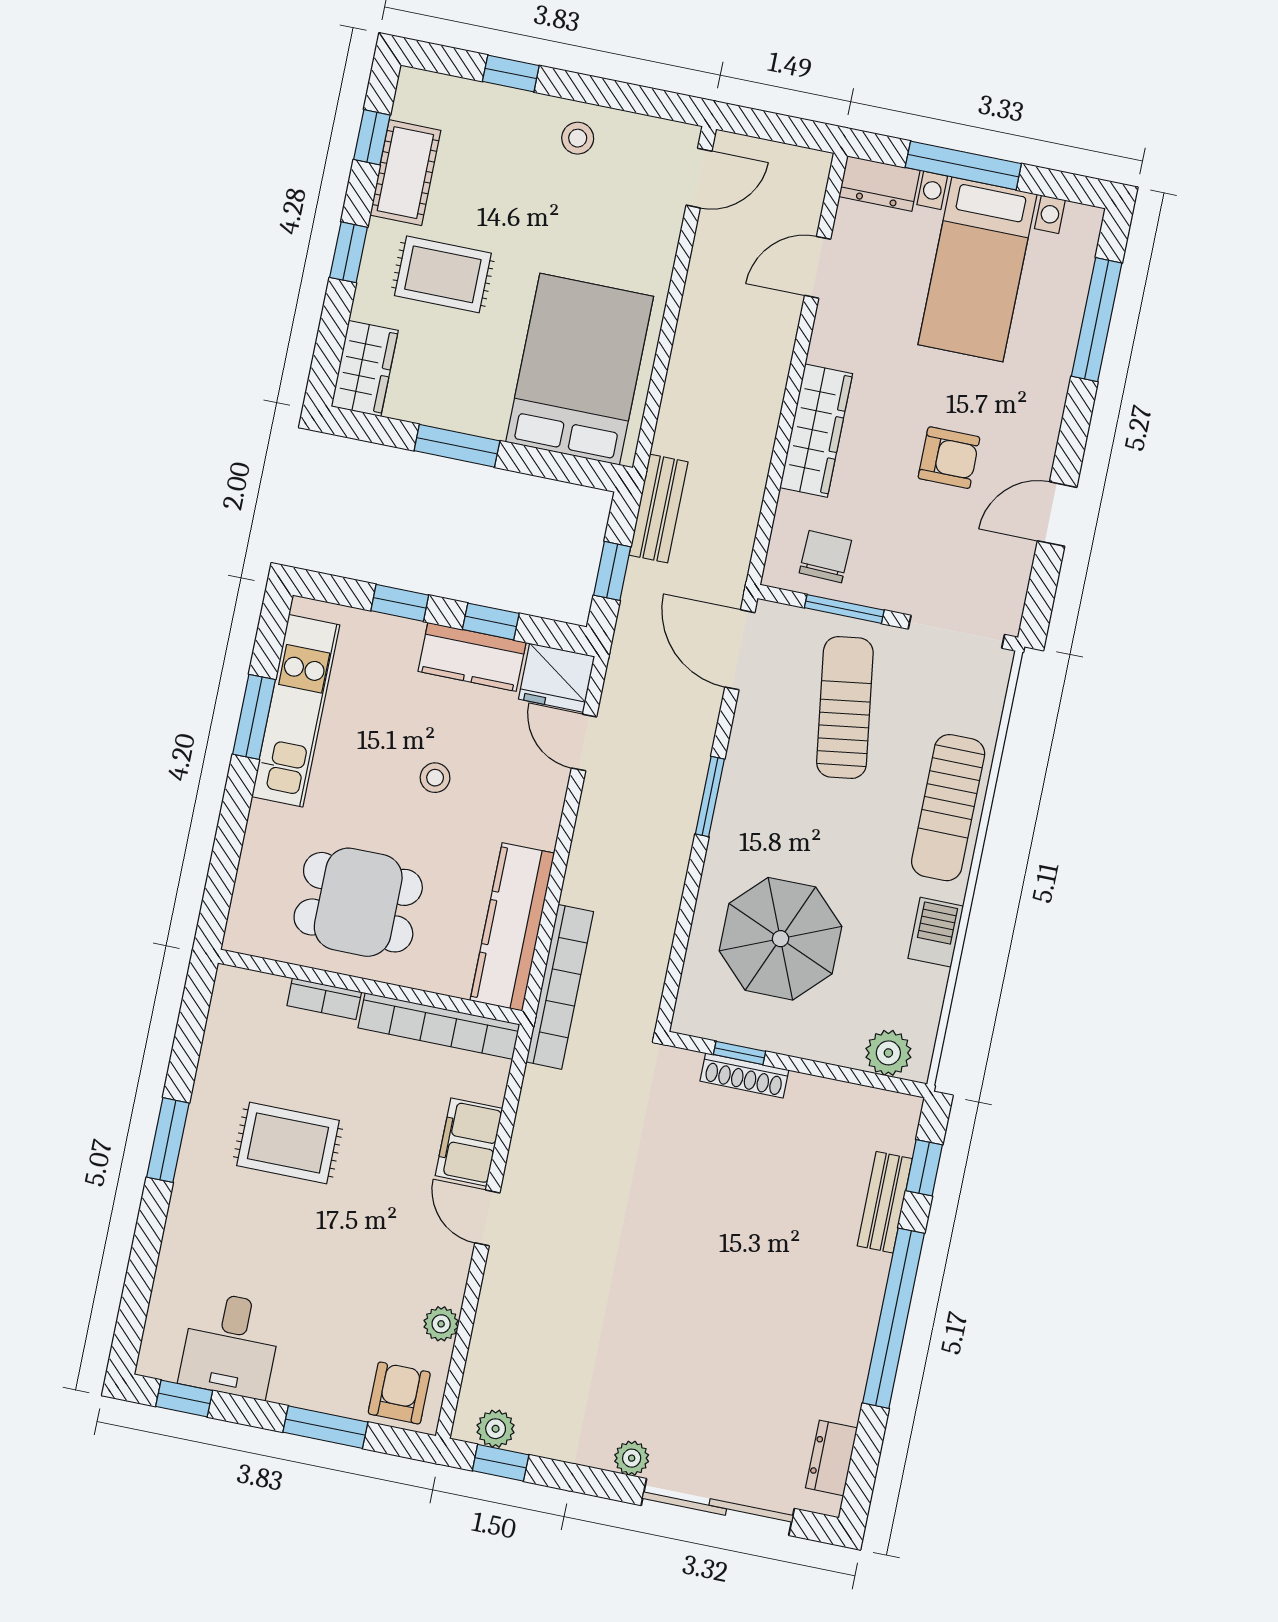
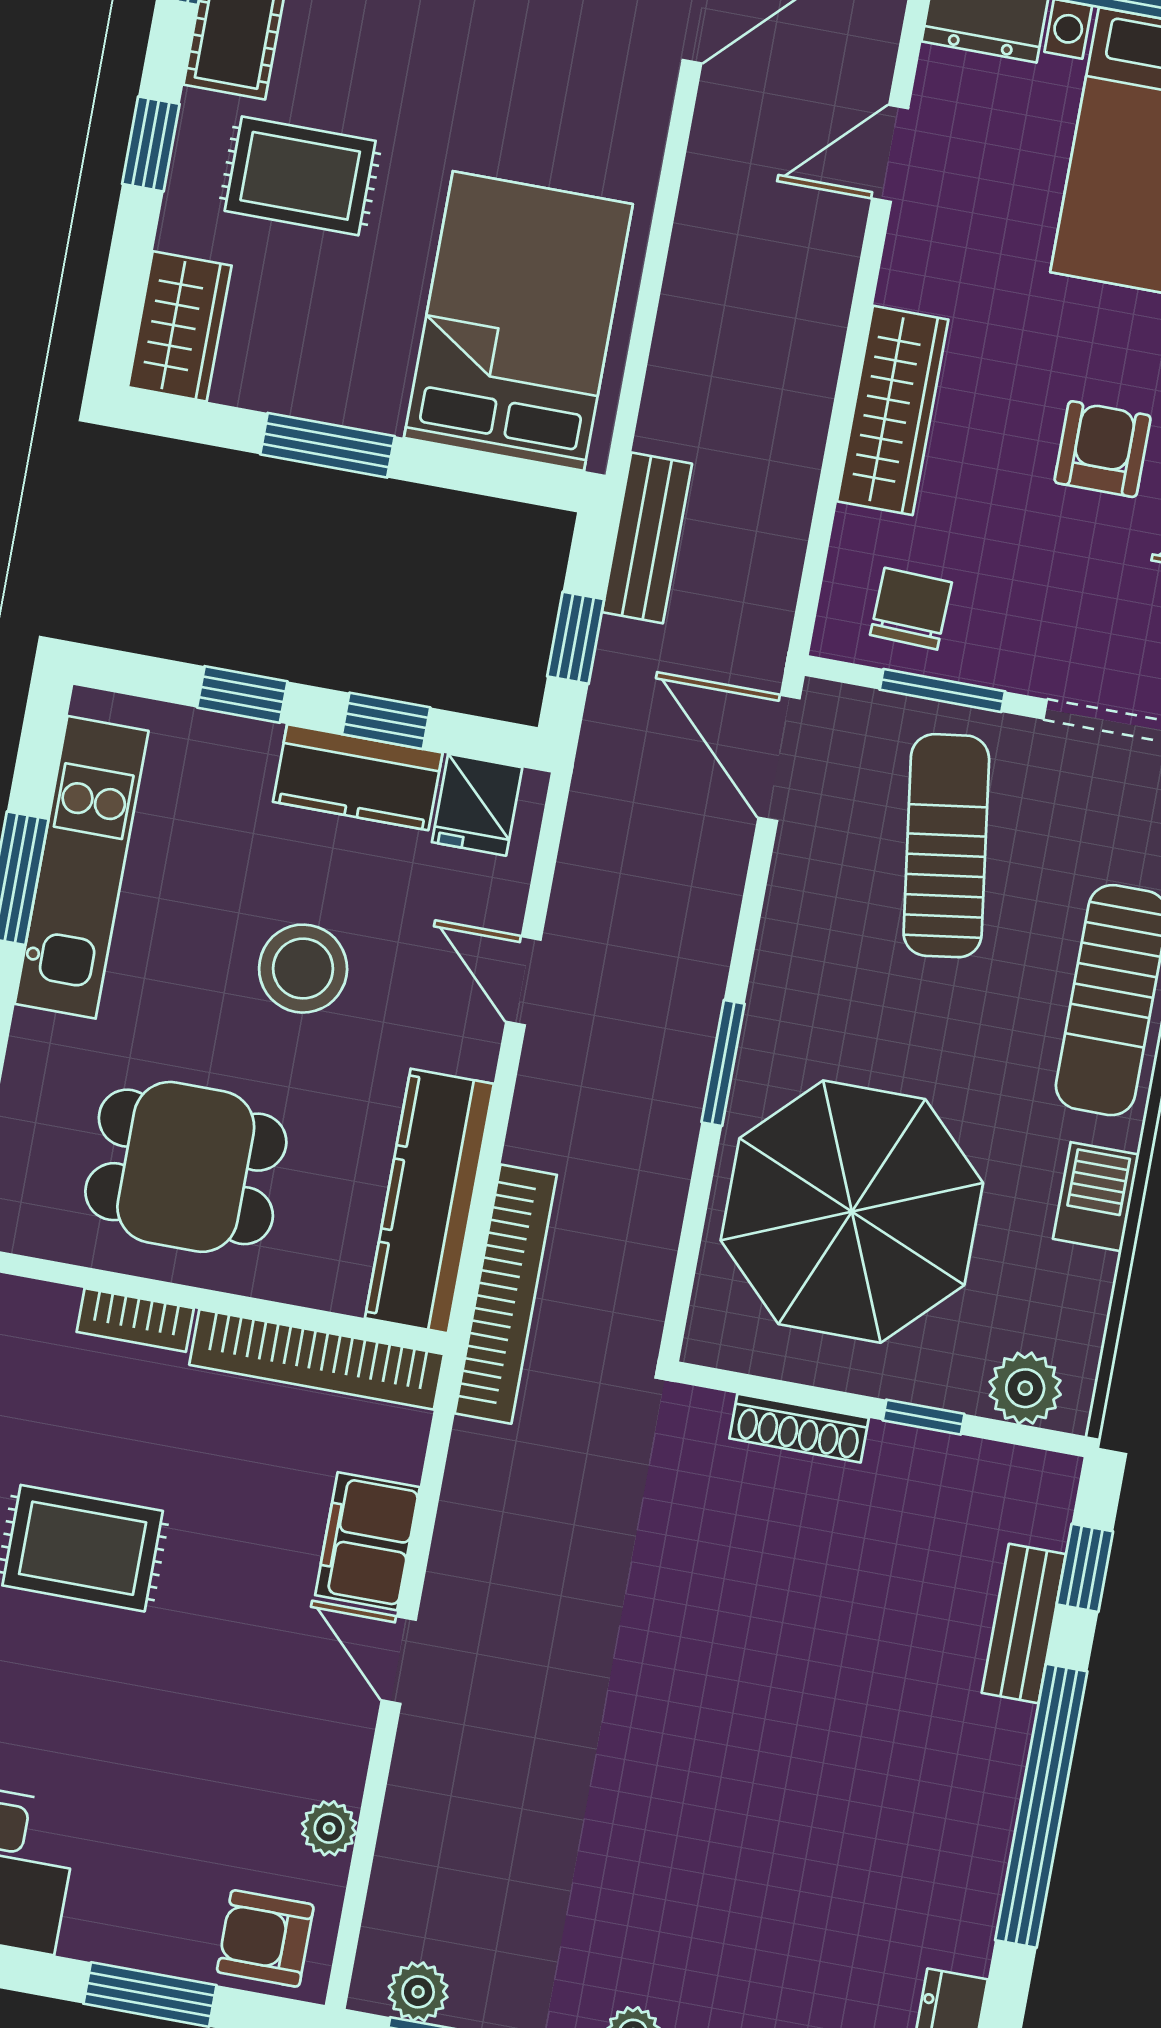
armchair: (949, 458) -> (1103, 449), turned -90
fridge: (557, 678) -> (477, 805), width x0.72
door: (584, 742) -> (523, 981), moved
stool: (435, 778) -> (303, 969), width x1.89, depth x1.89
window: (710, 797) -> (723, 1063), moved
parasol: (780, 939) -> (852, 1212), width x1.36, depth x1.36
window: (740, 1053) -> (924, 1417), moved
armchair: (399, 1393) -> (265, 1938), turned -90

